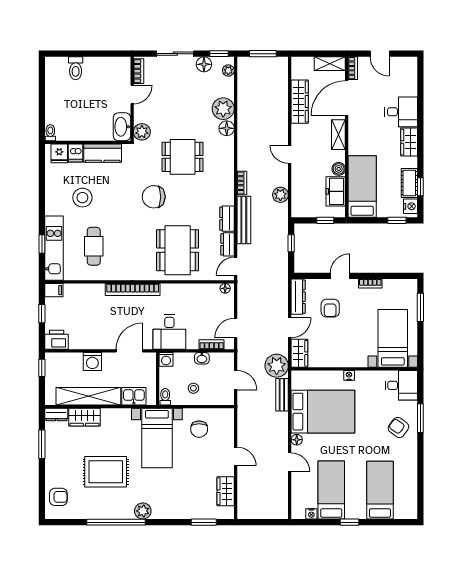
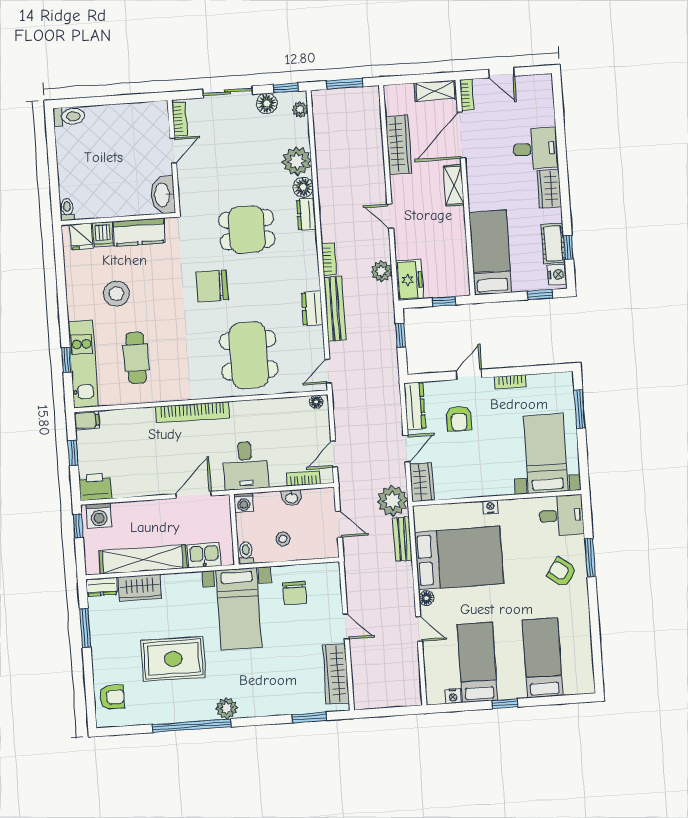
toilet: (76, 68) -> (69, 117), moved, turned -90
plant: (142, 132) -> (190, 200), removed
boiler: (339, 169) -> (457, 231), removed
freezer: (336, 191) -> (410, 280), moved, turned 180
dresser: (228, 244) -> (306, 214), moved
washing machine: (92, 361) -> (99, 516), moved
wardrobe: (226, 491) -> (336, 674), width x1.50

